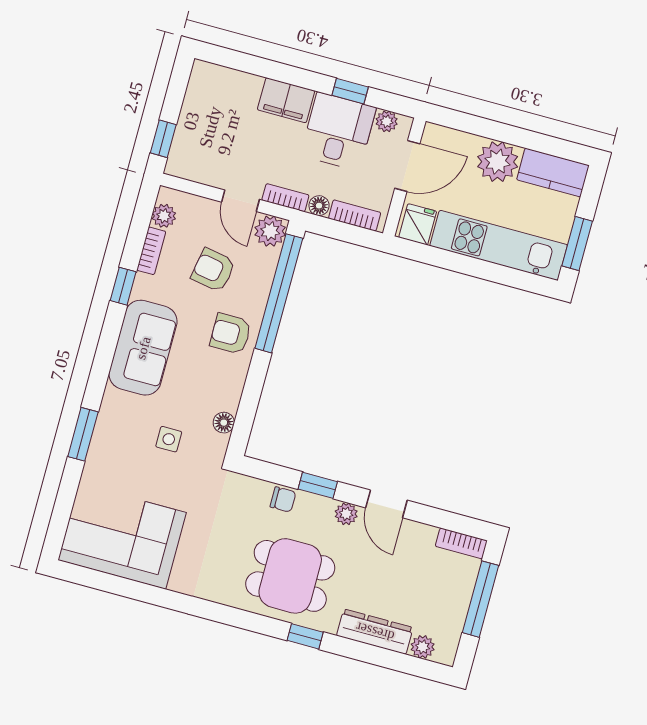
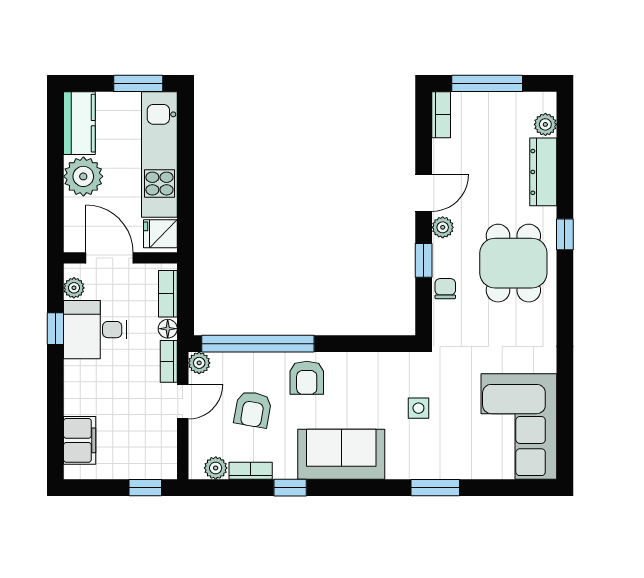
filing cabinet: (286, 100) -> (80, 440), moved
plant: (270, 231) -> (199, 363), width x0.73, depth x0.73
floor lamp: (224, 423) -> (390, 362), removed

